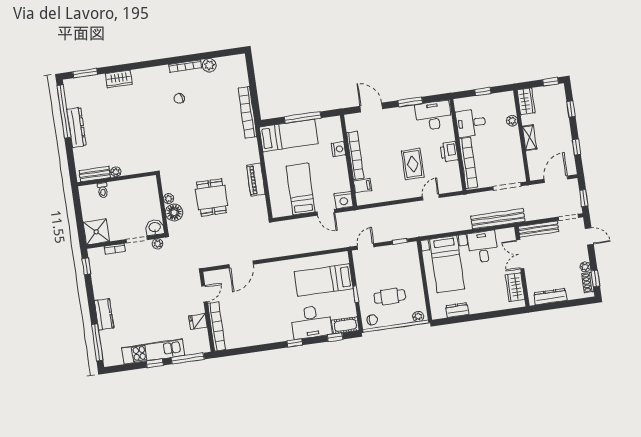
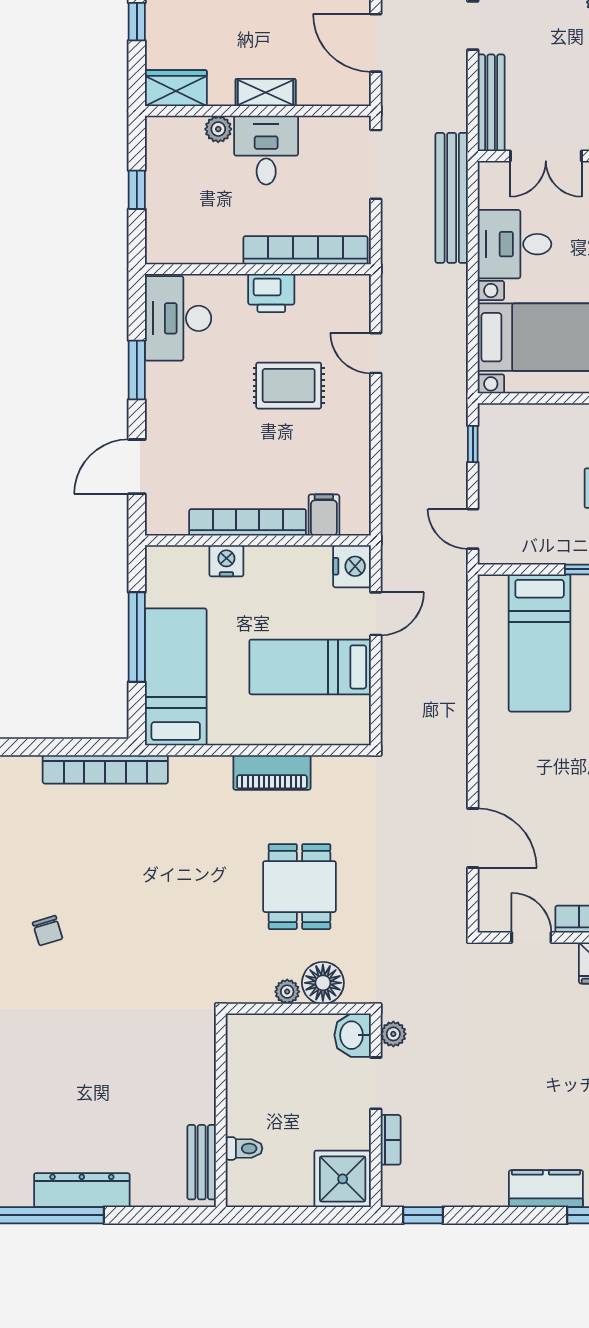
desk: (471, 123) -> (266, 150), moved, turned 180
plant: (116, 172) -> (204, 1110), removed
dining table: (212, 197) -> (299, 887), turned 90

